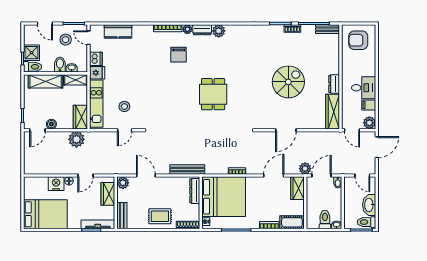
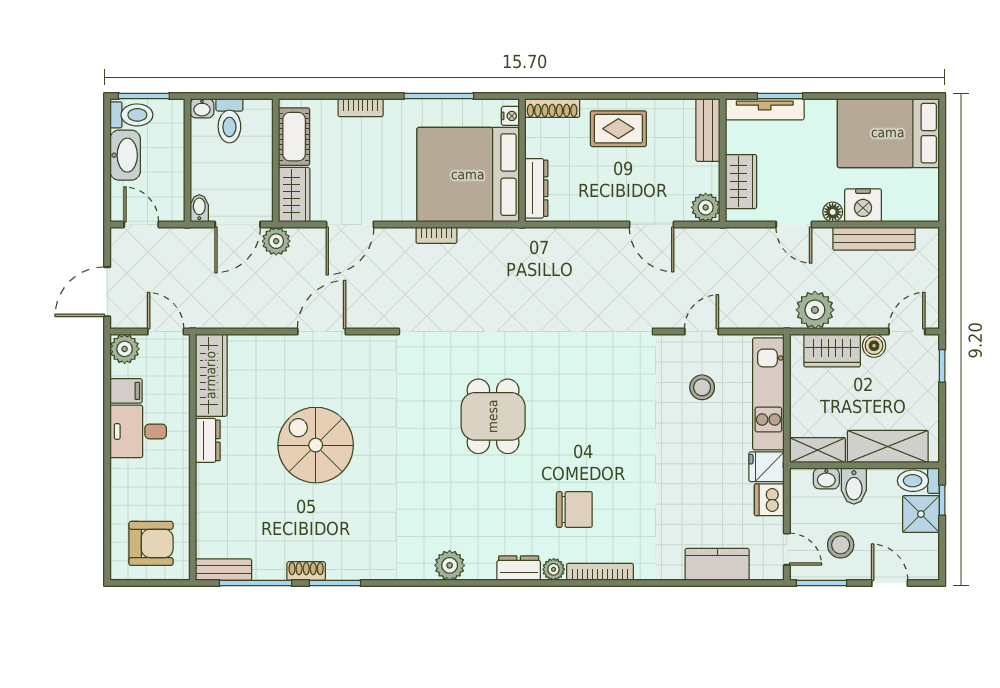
plant: (219, 31) -> (450, 565), moved
chair: (179, 55) -> (574, 509), turned 90
spiral stairs: (288, 82) -> (316, 445), turned 90
wardrobe: (80, 117) -> (832, 351), moved, turned 90
bench: (187, 170) -> (874, 239), moved
door: (85, 176) -> (794, 224), swing flipped
cot: (292, 222) -> (294, 137), moved, turned 90

